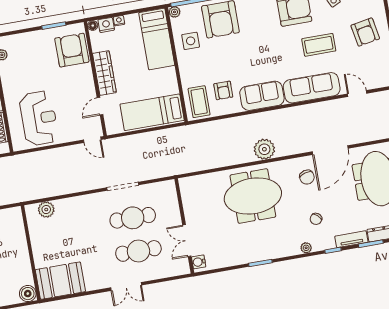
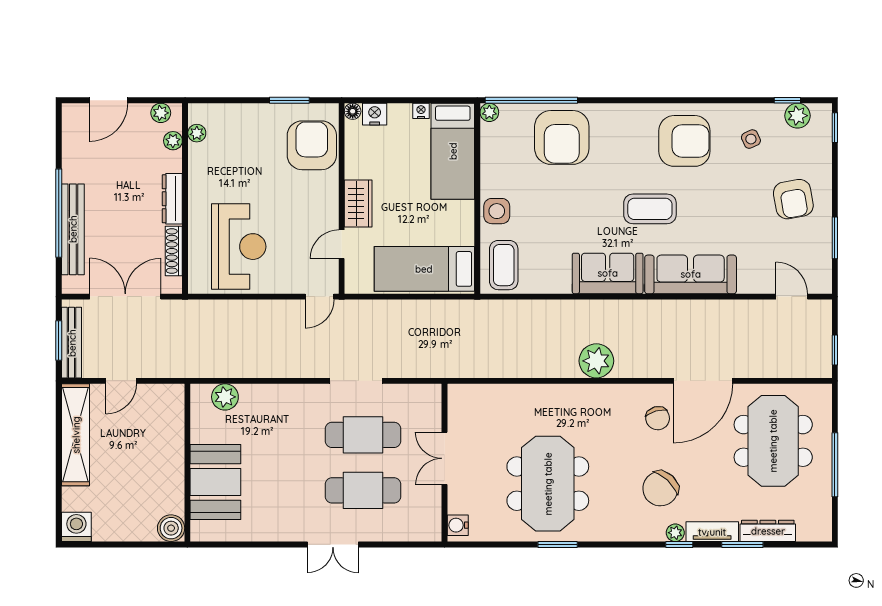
nightstand: (119, 21) -> (421, 111), moved
side table: (191, 41) -> (497, 211), moved
coffee table: (319, 45) -> (650, 209), moved
wardrobe: (104, 73) -> (358, 204), width x0.67
armchair: (223, 90) -> (546, 254), removed
door: (357, 94) -> (792, 297), moved
door: (92, 140) -> (320, 297), hinge flipped
meeting table: (253, 196) -> (548, 484), moved, turned 90
chair: (316, 219) -> (660, 489), width x1.87, depth x1.87
double door: (187, 241) -> (445, 458), moved
plant: (306, 248) -> (675, 533), moved
booth: (60, 281) -> (215, 482), moved, turned 90

